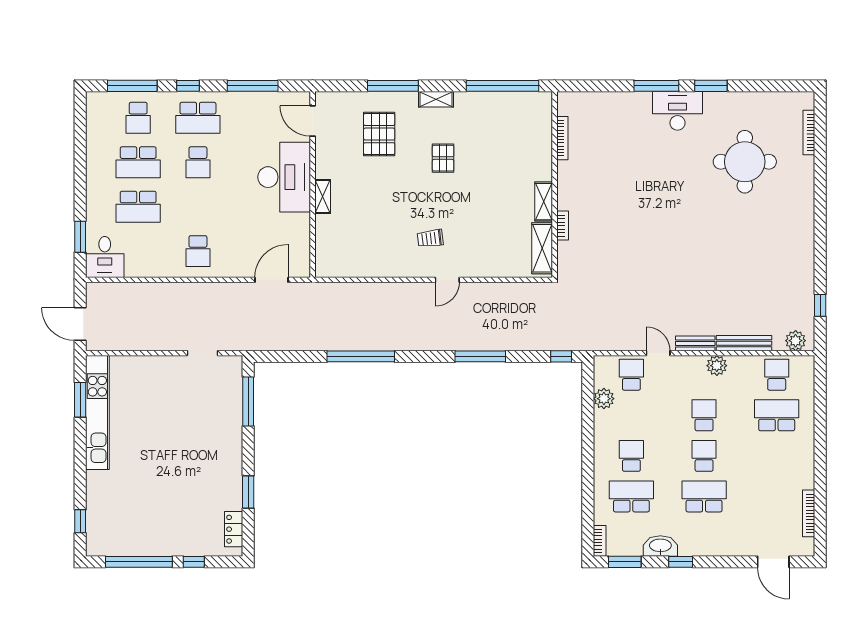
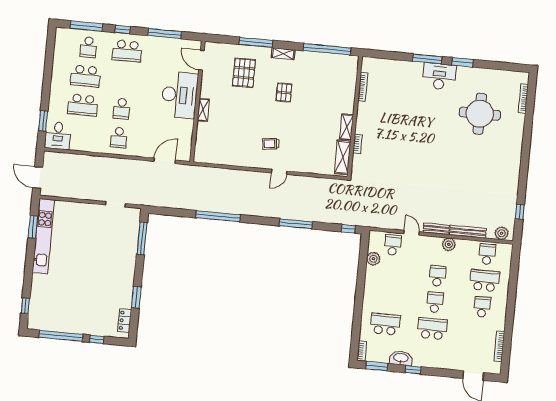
school desk: (198, 162) -> (122, 109), moved
school desk: (631, 456) -> (482, 307), moved

